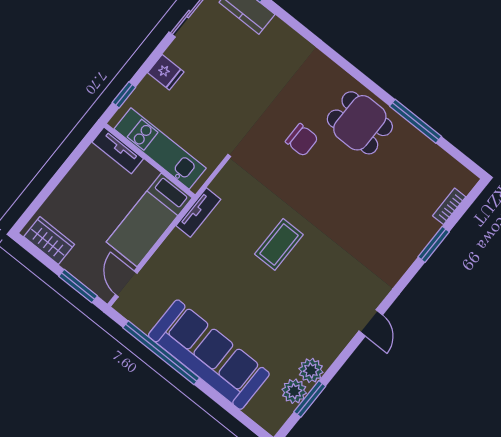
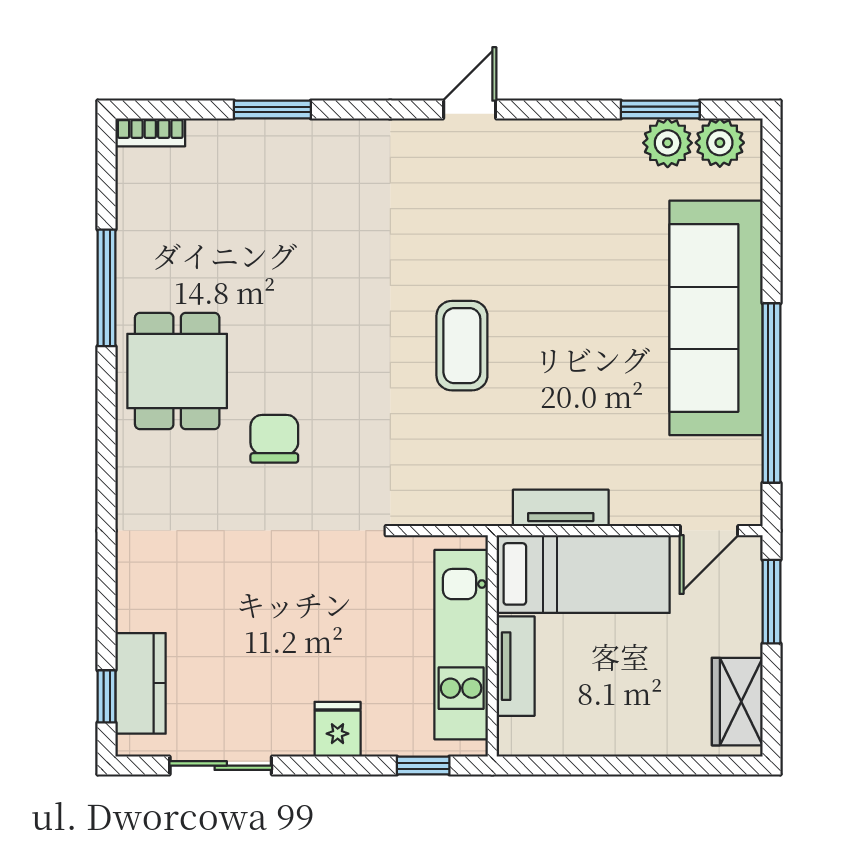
tv unit: (118, 150) -> (516, 666), moved
bookcase: (449, 206) -> (150, 132), moved
tv unit: (198, 213) -> (561, 508), moved
coffee table: (279, 244) -> (462, 346), turned 90
plant: (311, 370) -> (720, 143), moved

